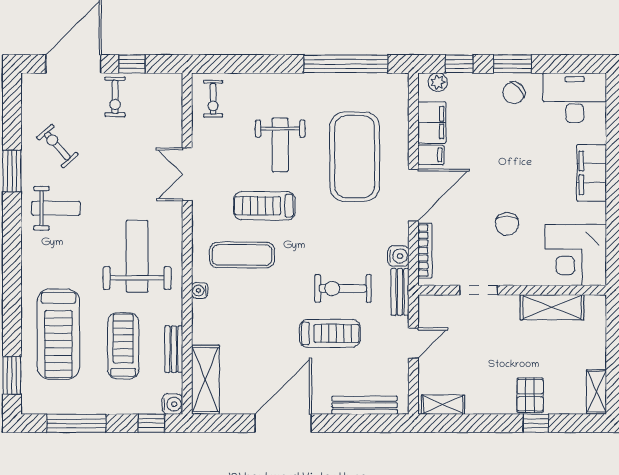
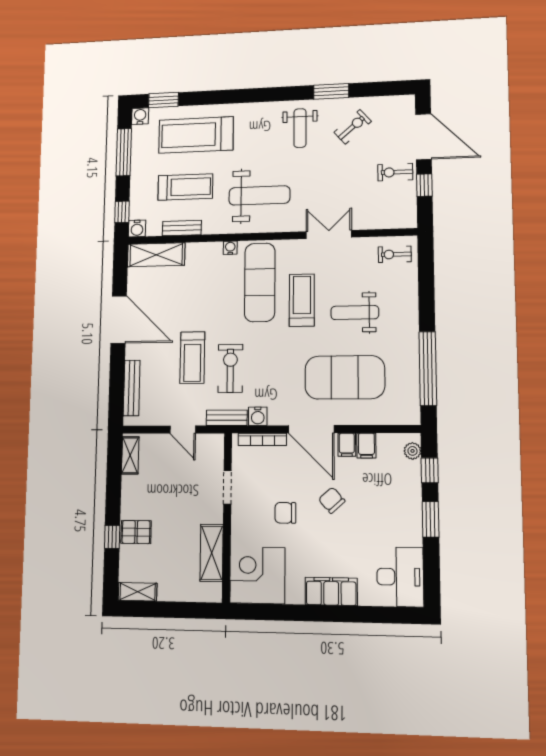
chair: (514, 93) -> (332, 500), moved
filing cabinet: (432, 123) -> (366, 446), width x0.50
exercise mat: (242, 255) -> (260, 282), width x1.36, depth x1.45
water cooler: (31, 404) -> (140, 116), added

